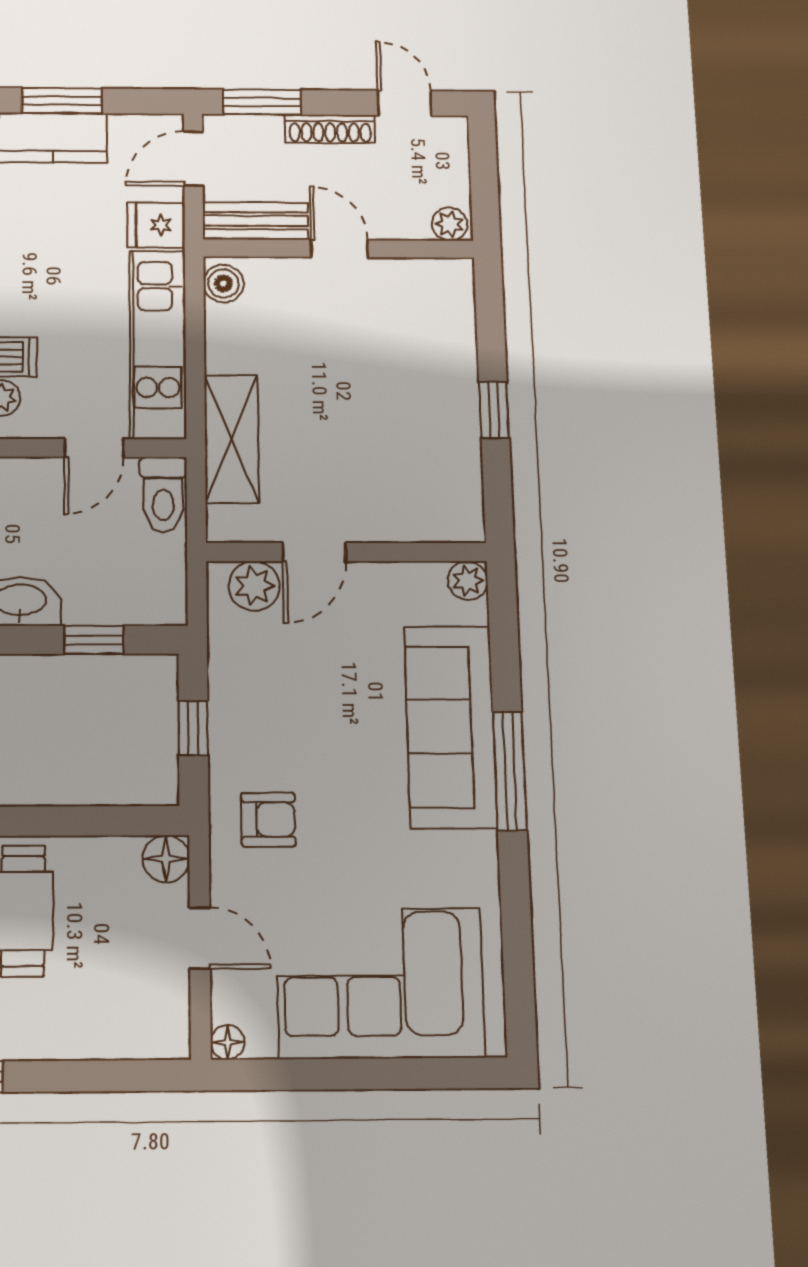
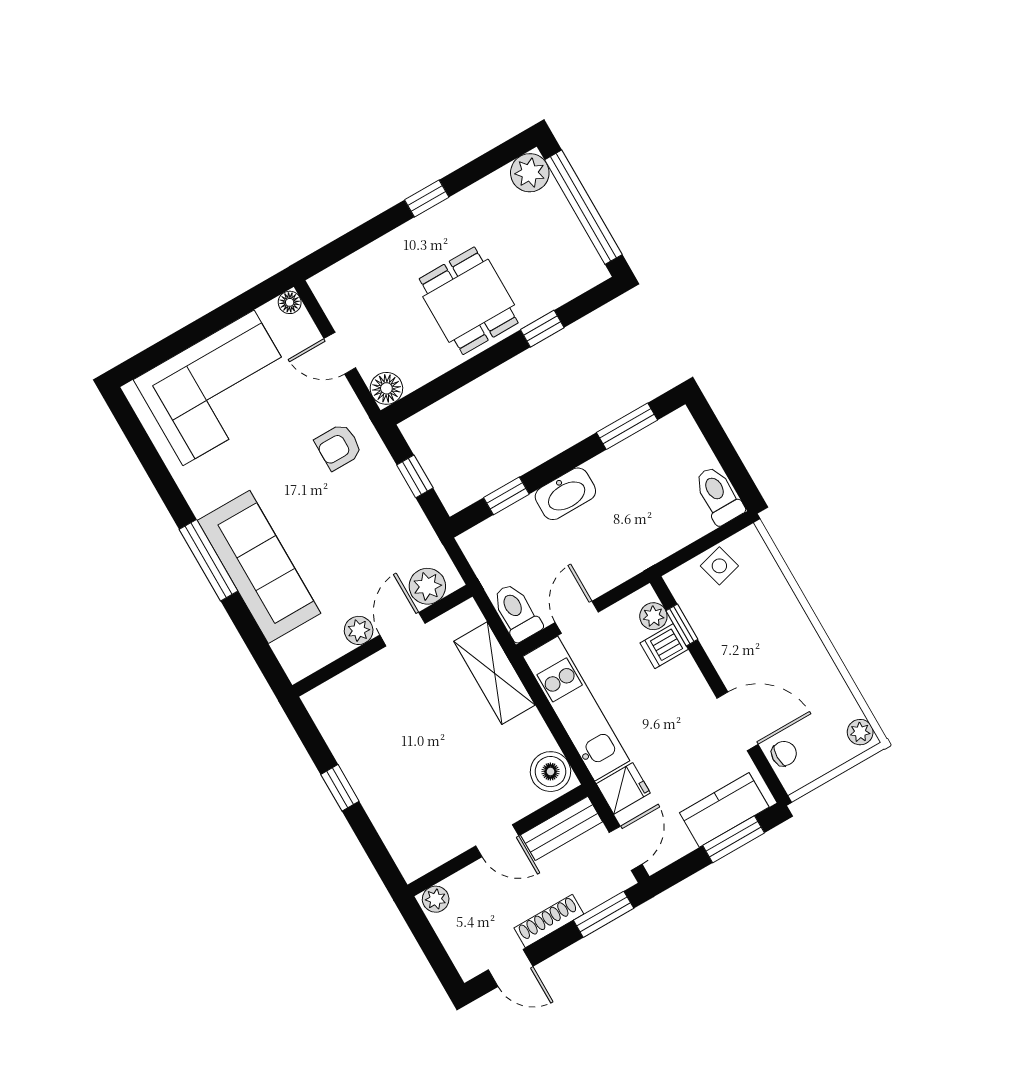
boiler: (223, 284) -> (550, 772), width x1.36, depth x1.36
plant: (468, 581) -> (359, 630), moved

